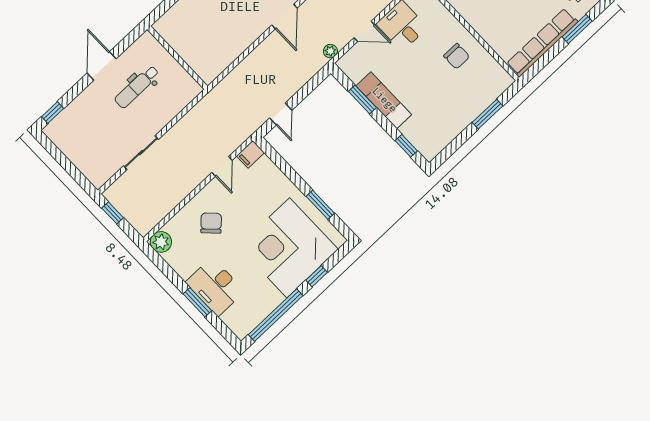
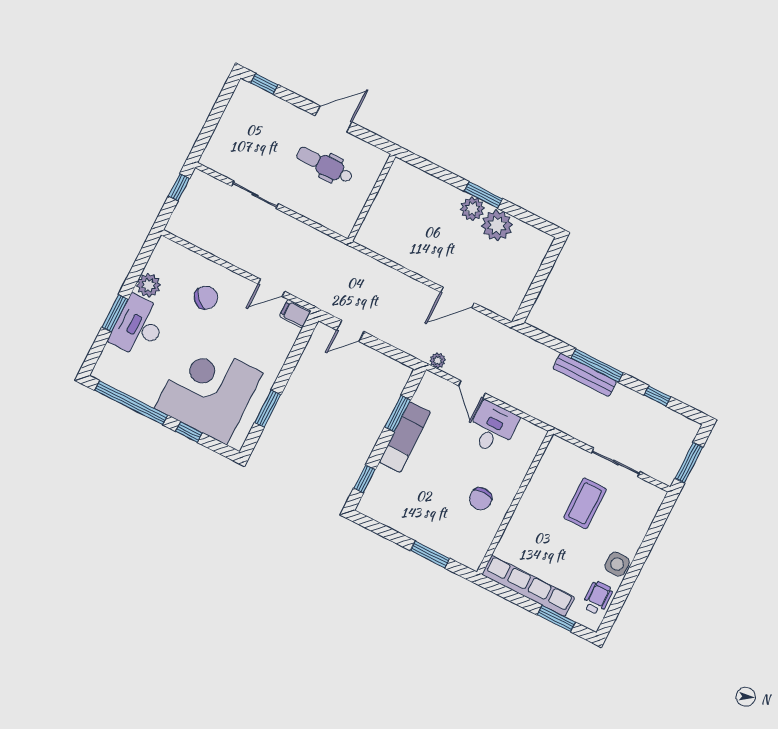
plant: (161, 242) -> (149, 285), moved

